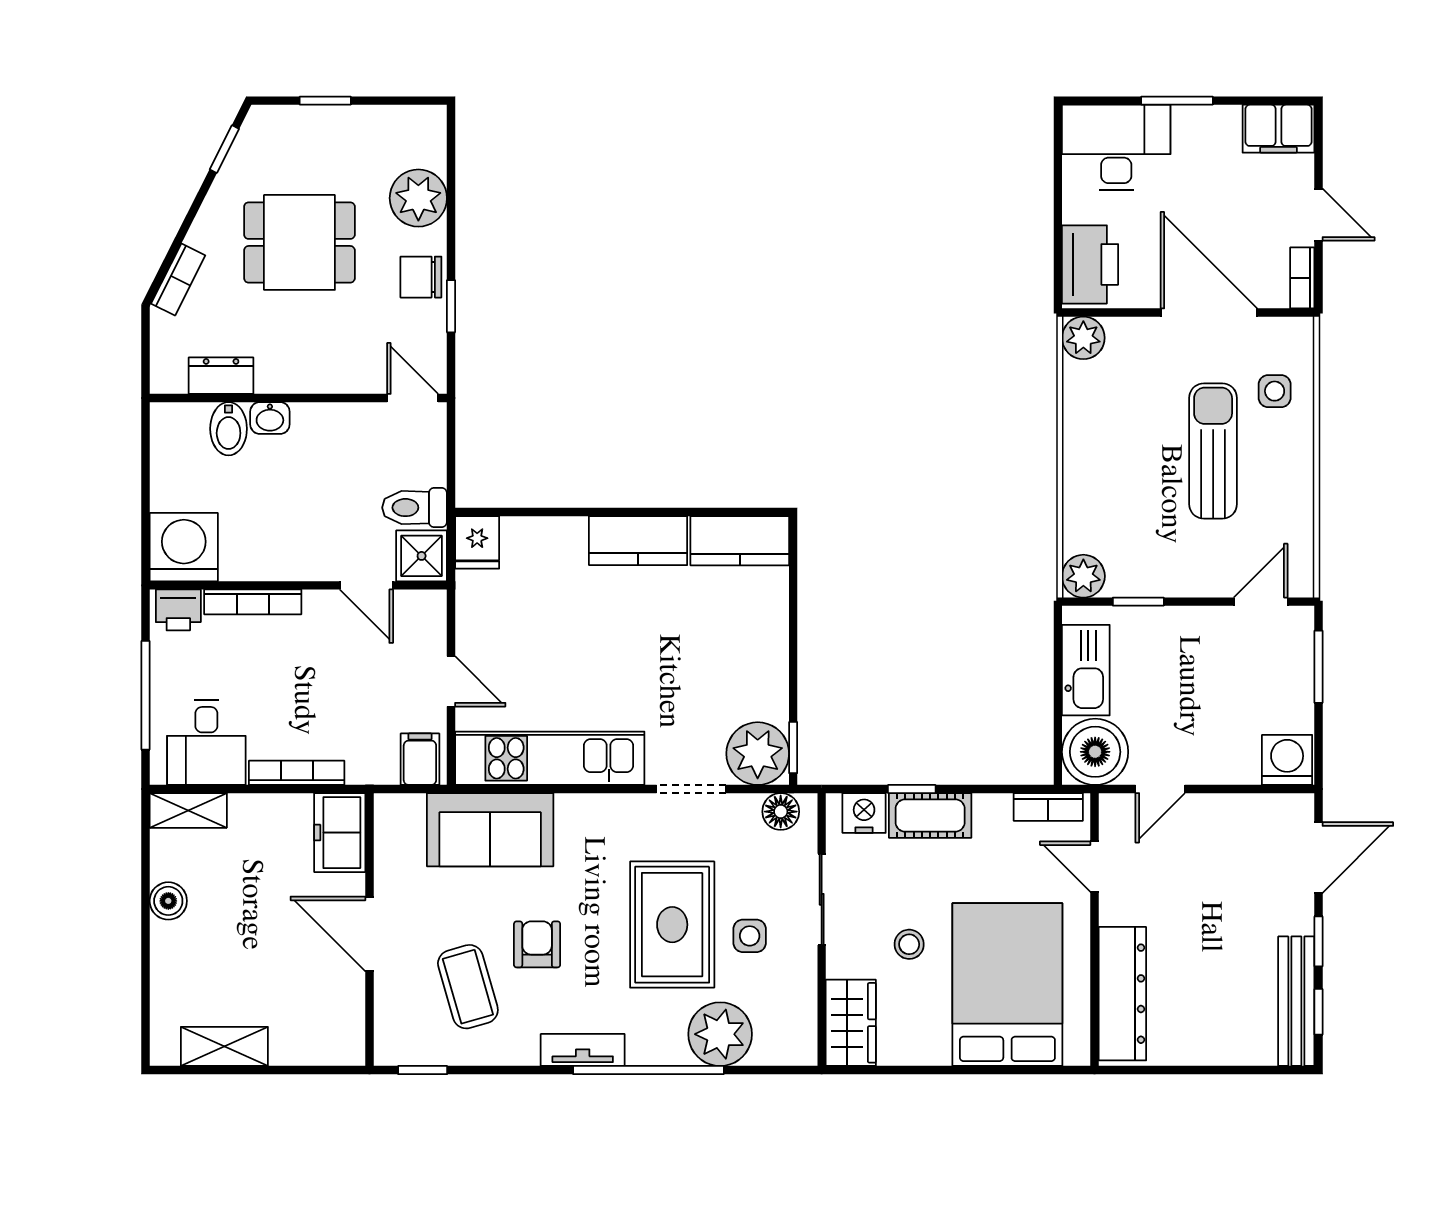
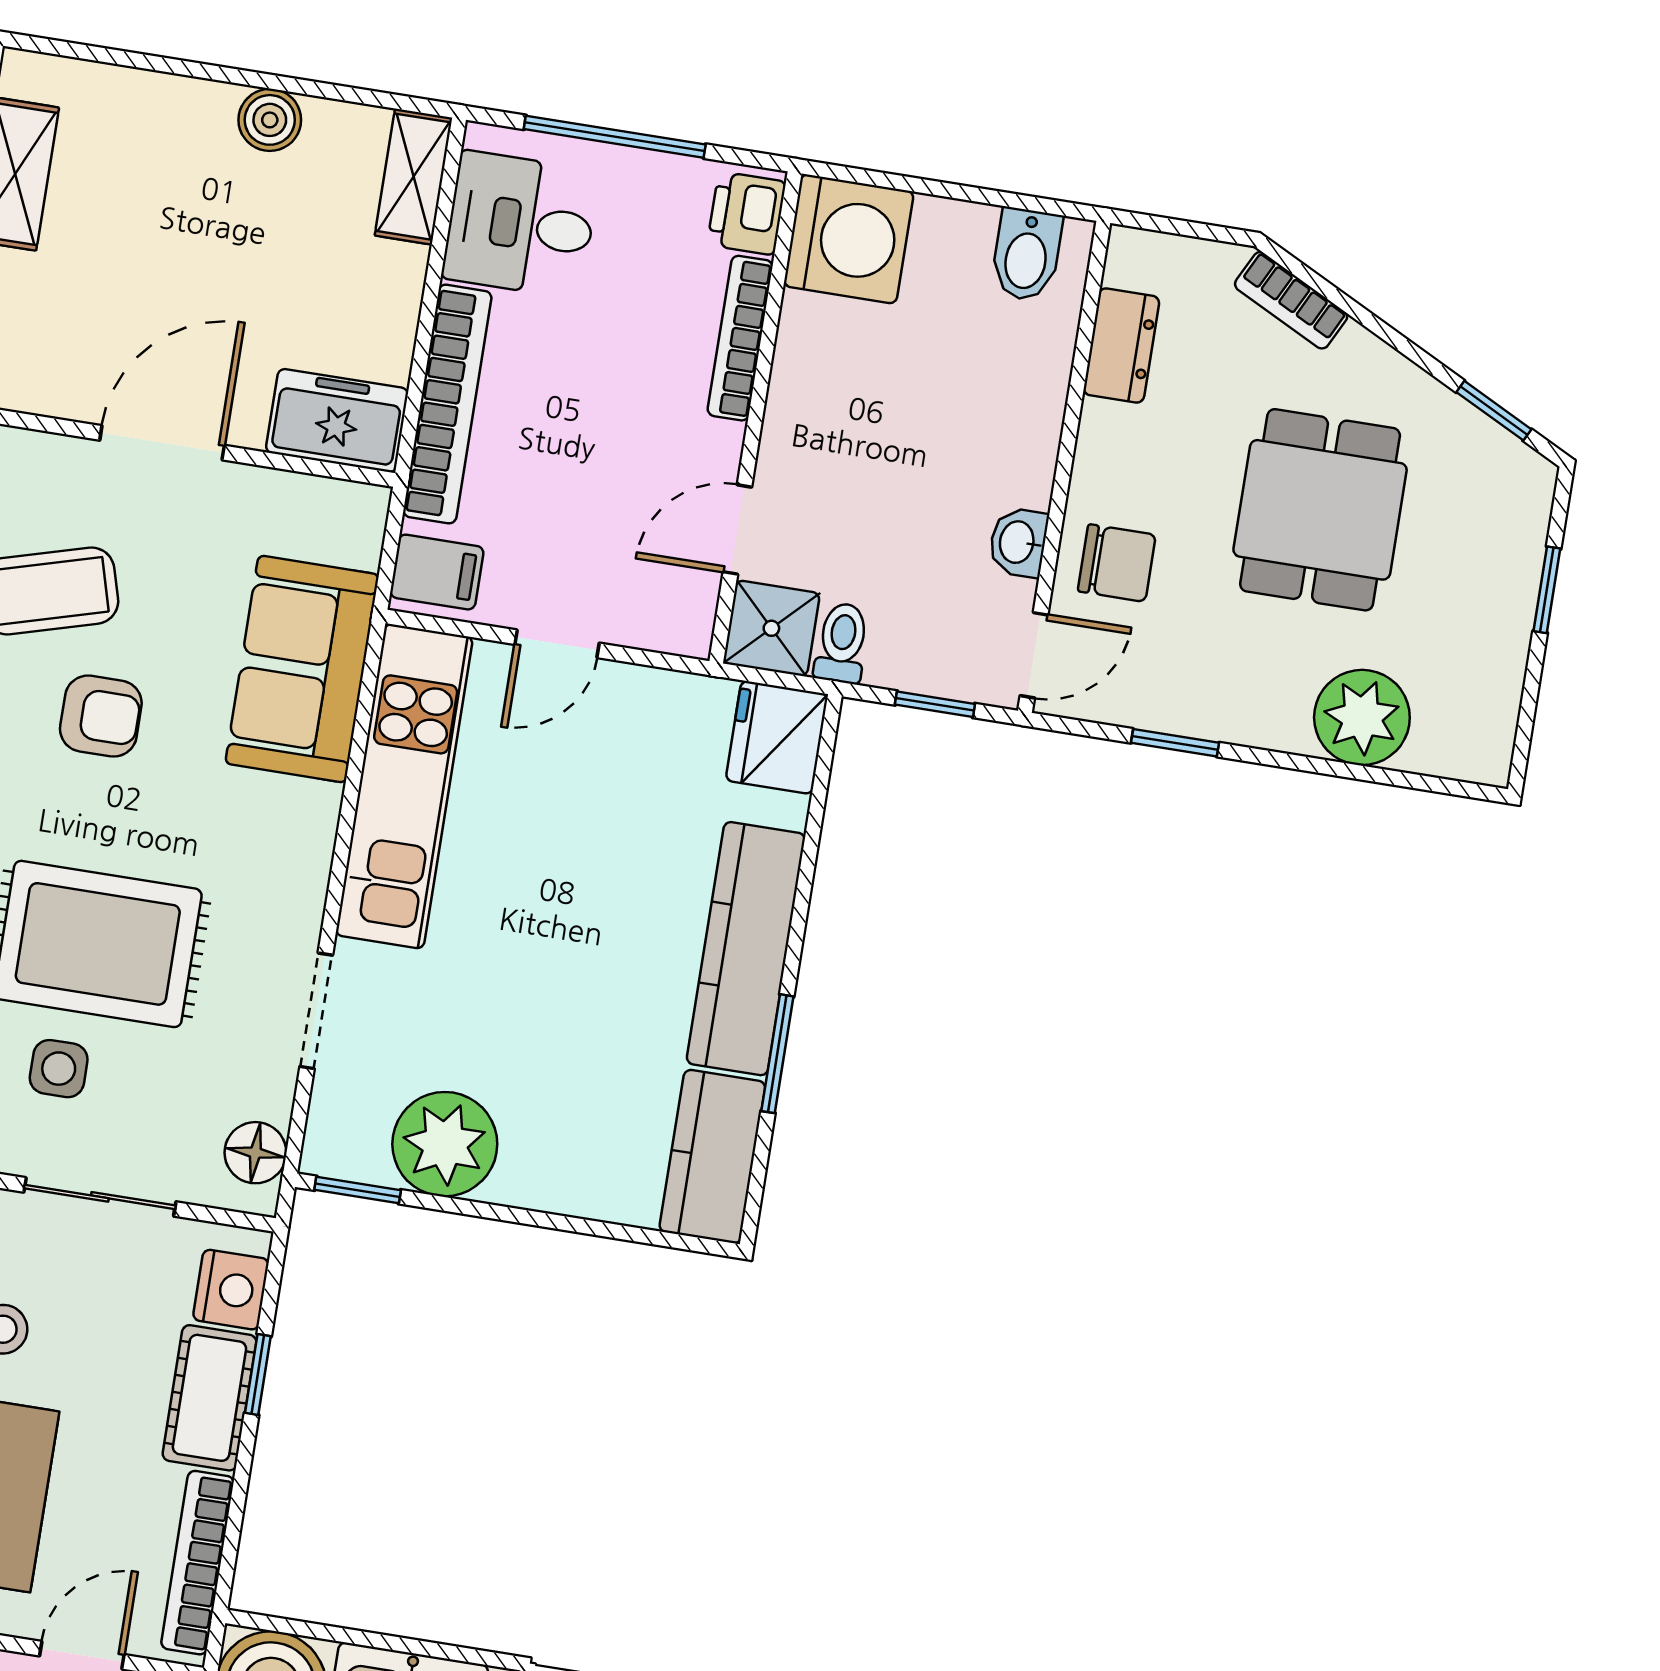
chair: (421, 277) -> (1117, 563), moved, turned 90
washbasin: (270, 418) -> (1018, 542), moved
bidet: (229, 429) -> (1027, 255), moved, turned -90
window: (451, 452) -> (935, 704), added
toilet: (415, 508) -> (842, 643), width x0.73, depth x0.72
window: (673, 512) -> (777, 1054), added
kitchen counter: (638, 541) -> (746, 949), width x1.50
fridge: (477, 542) -> (777, 737), width x1.38
plant: (758, 754) -> (445, 1144), moved
bookcase: (297, 773) -> (447, 404), width x1.48, depth x1.31
bookcase: (1048, 807) -> (197, 1563), width x1.56

